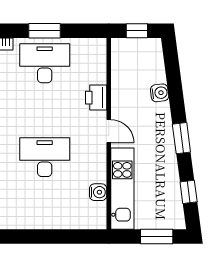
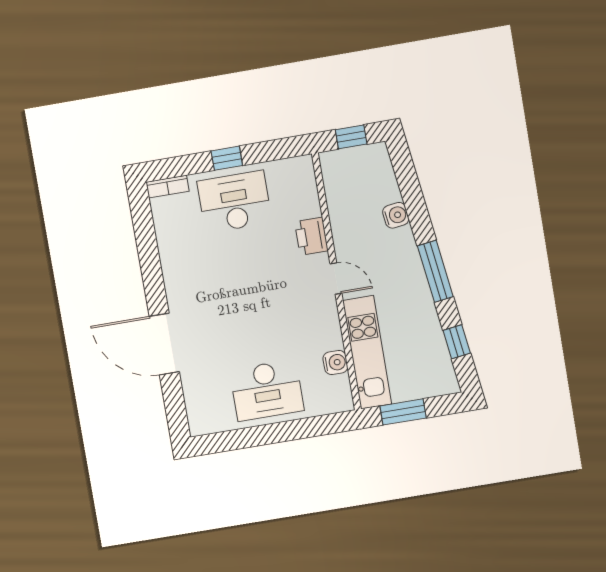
window: (44, 31) -> (227, 158), width x0.67
window: (181, 138) -> (435, 271), width x1.44
desk: (45, 157) -> (267, 390), moved, turned 180
window: (157, 236) -> (403, 412), moved

